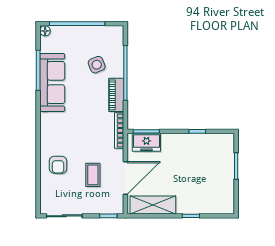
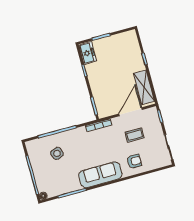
sofa: (52, 83) -> (100, 175), moved
piano: (116, 95) -> (74, 134), removed
freezer: (146, 142) -> (88, 53), moved
door: (125, 178) -> (131, 112), hinge flipped

